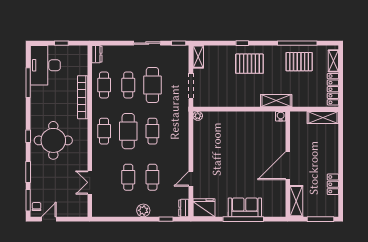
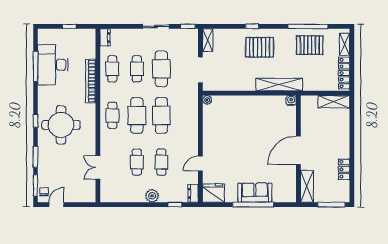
desk: (45, 65) -> (53, 65), moved
shelving: (276, 101) -> (279, 85), width x1.47
cafe table: (152, 131) -> (161, 115), width x1.37, depth x1.35

